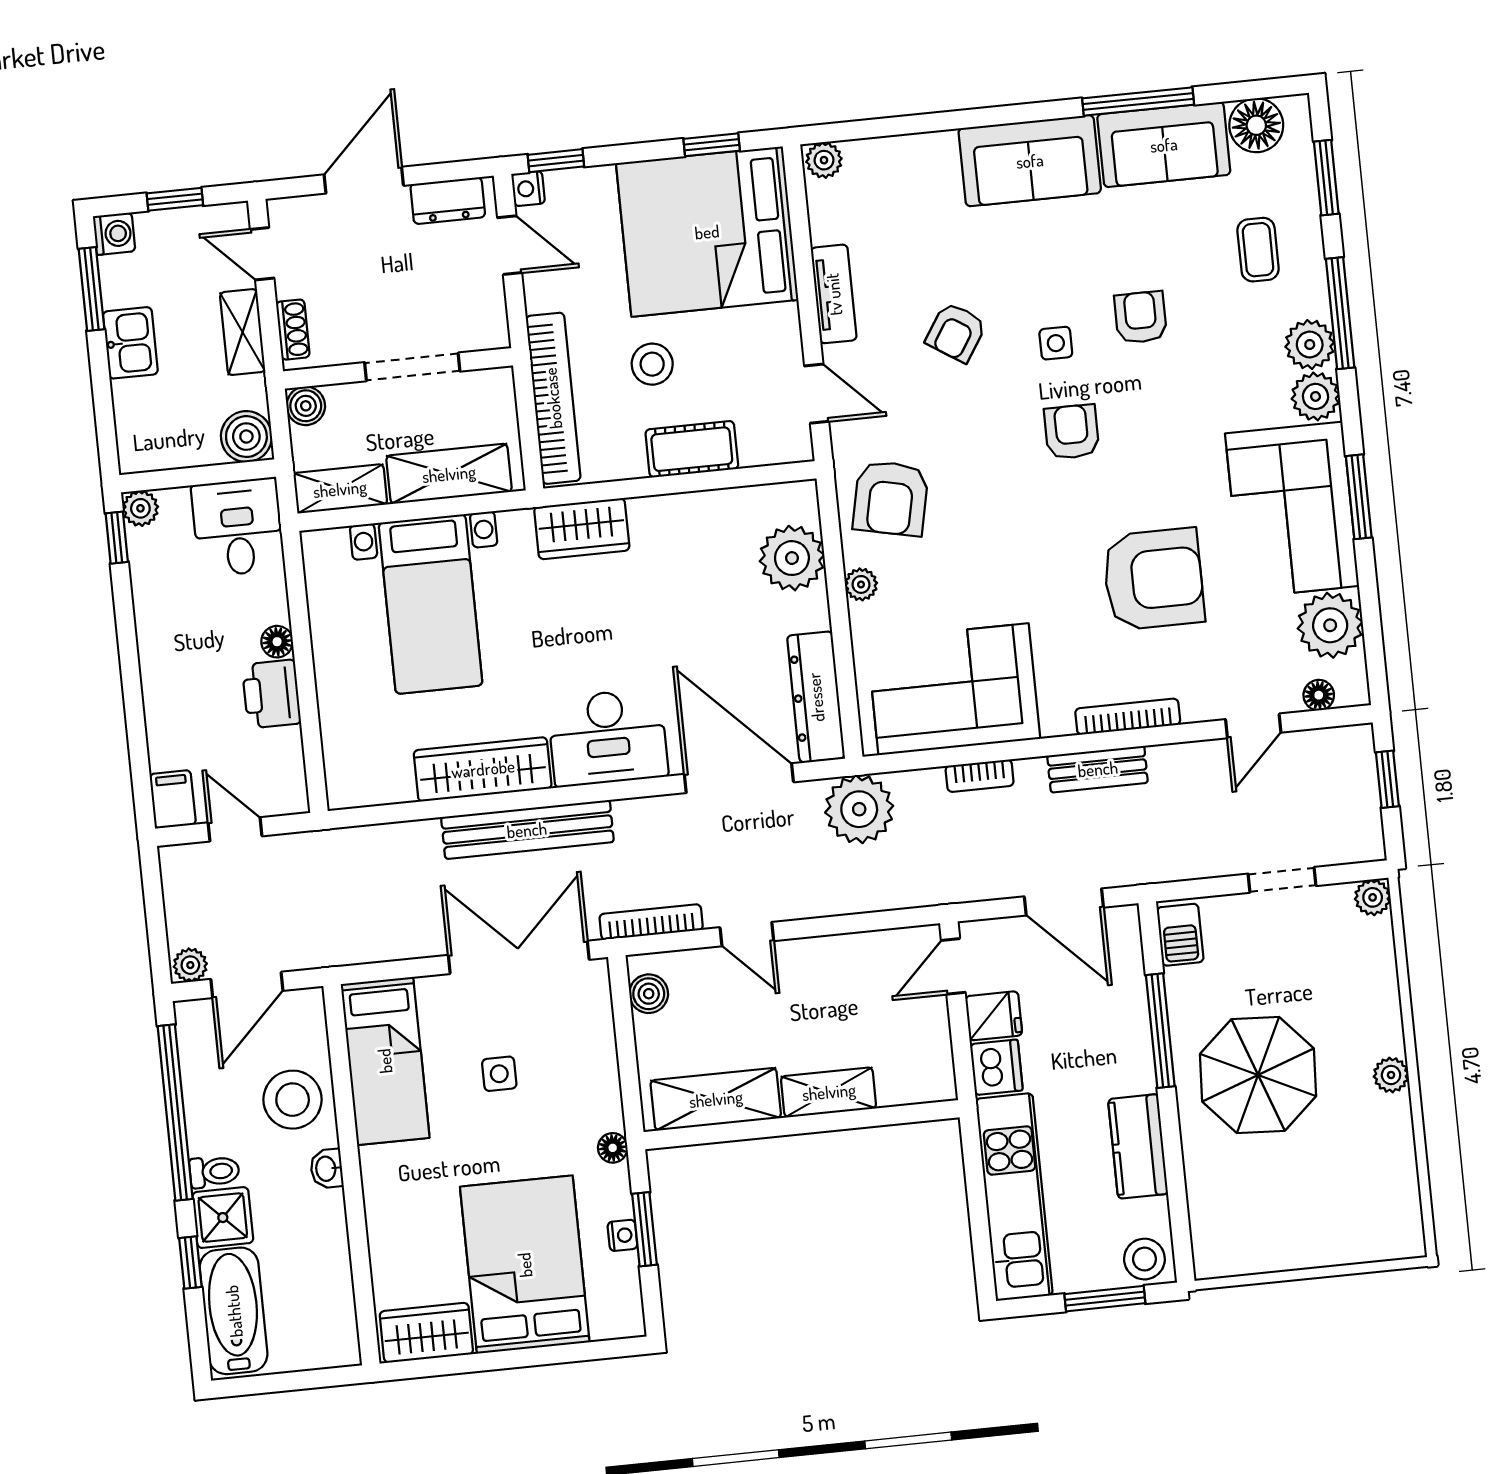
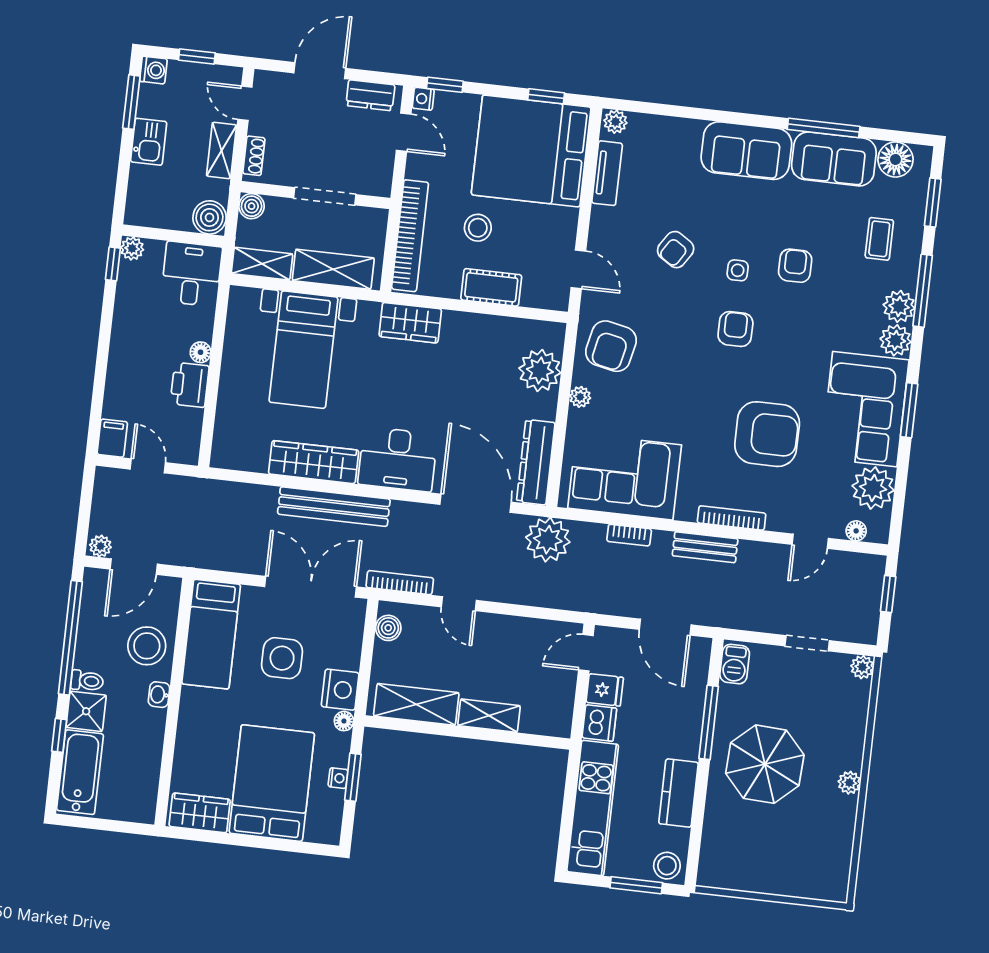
tv unit: (834, 294) -> (607, 173), moved
side table: (499, 1074) -> (282, 658), width x1.87, depth x1.87
nightstand: (597, 1102) -> (340, 690), added

